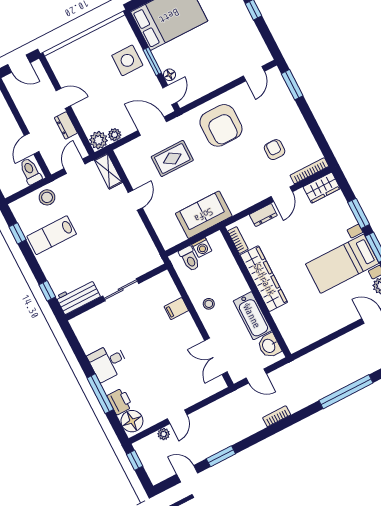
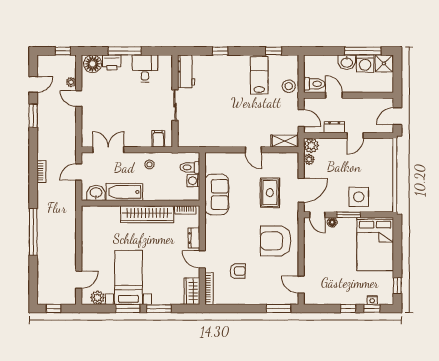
sliding door: (121, 290) -> (175, 105), moved
wall: (116, 292) -> (175, 101), moved
workbench: (78, 297) -> (186, 71), moved

